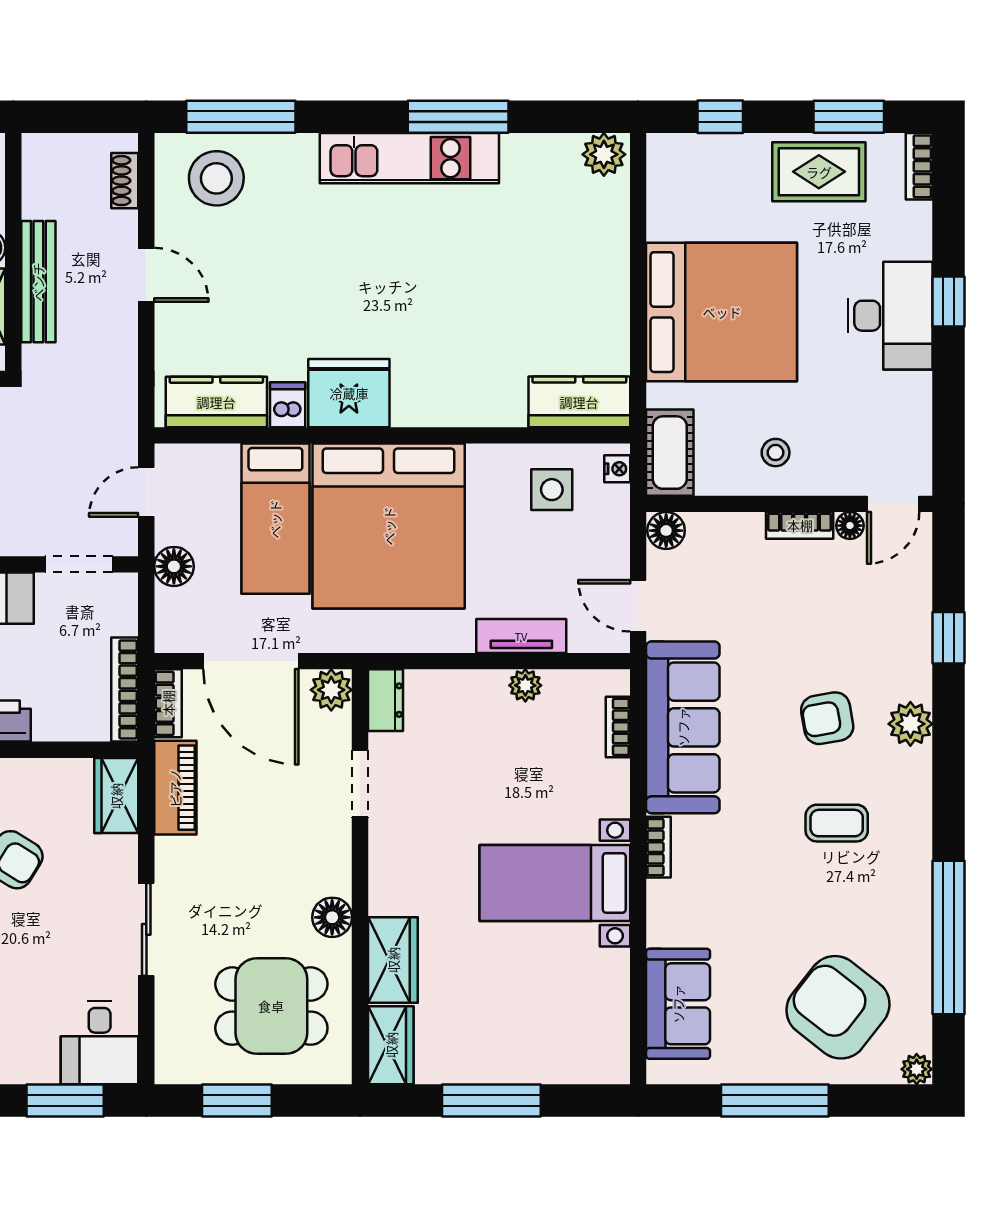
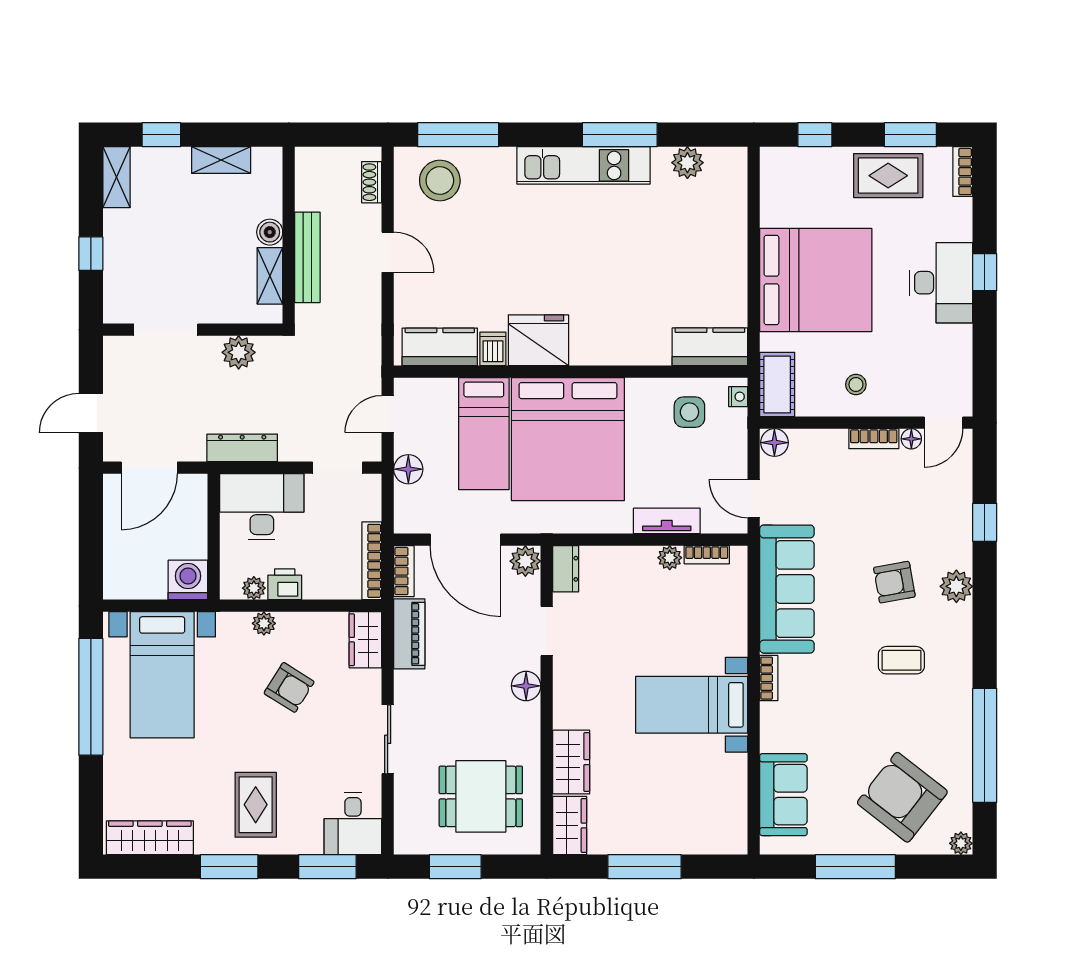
plant: (604, 154) -> (687, 163), moved
bookcase: (618, 727) -> (707, 555), moved, turned -90
floor lamp: (332, 917) -> (526, 686), moved

